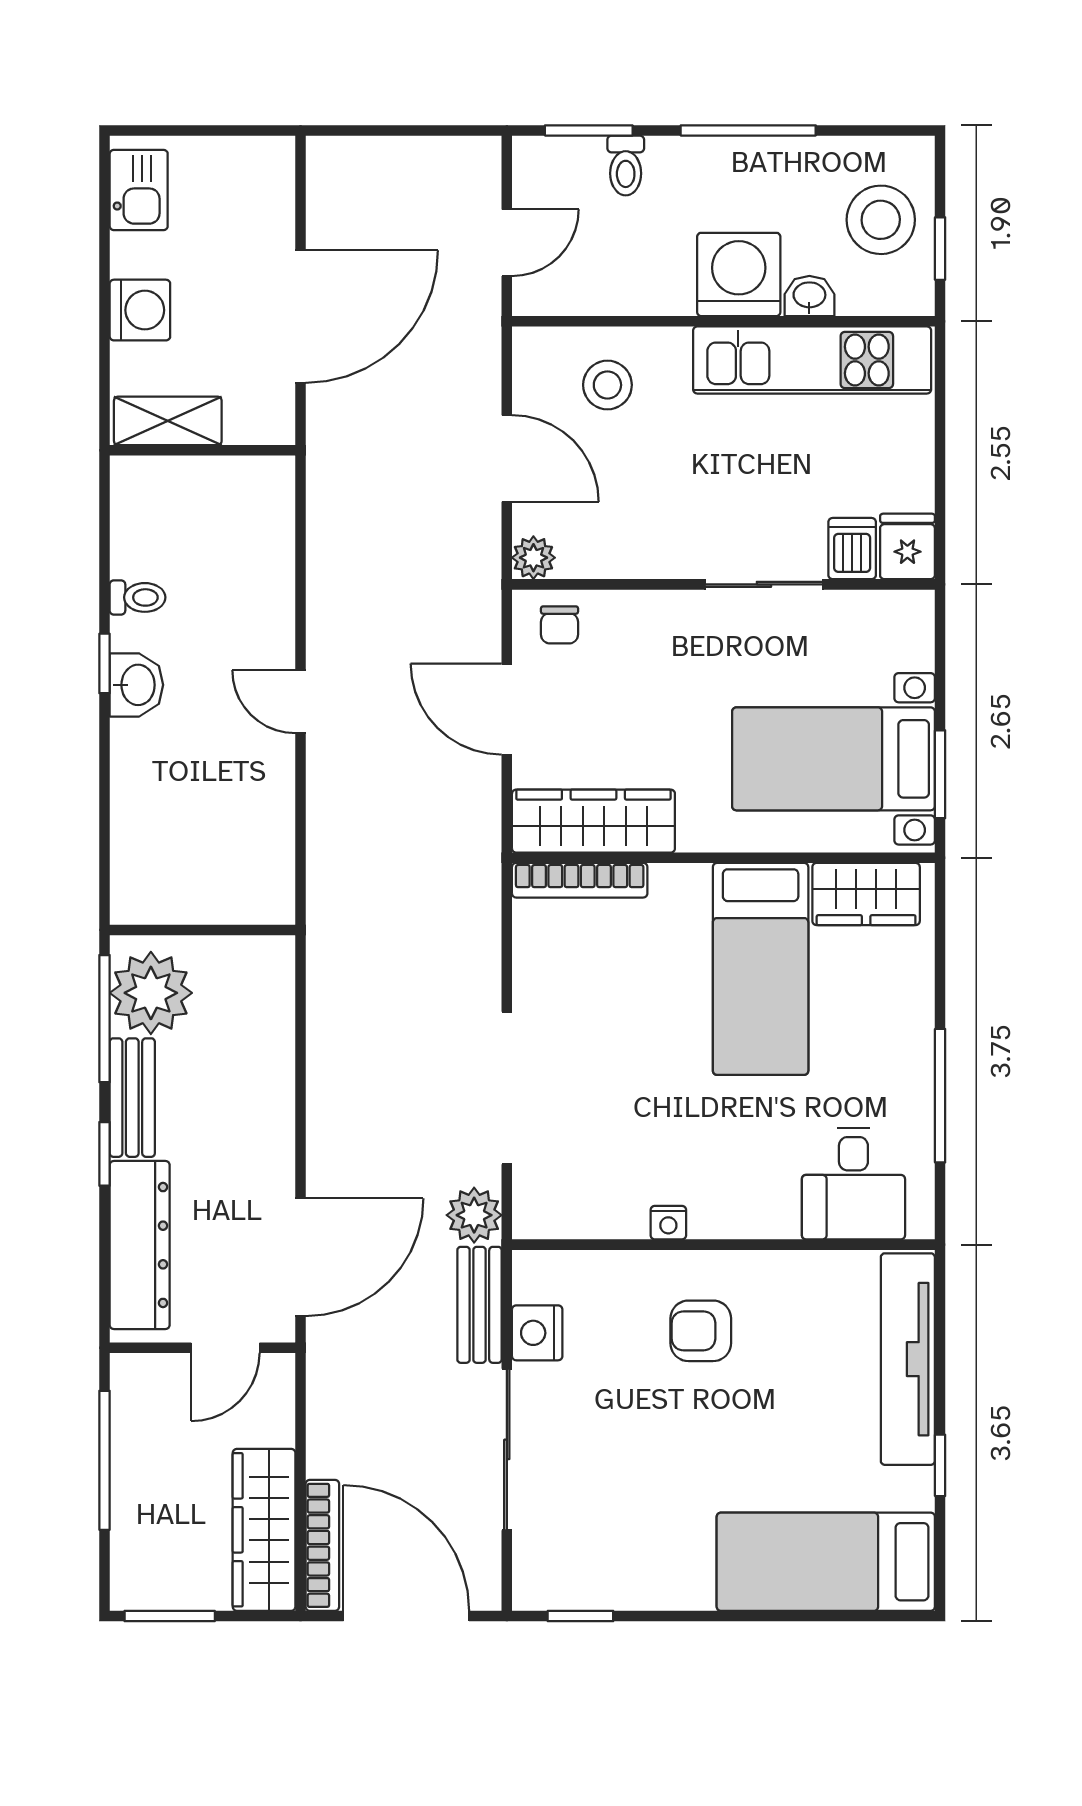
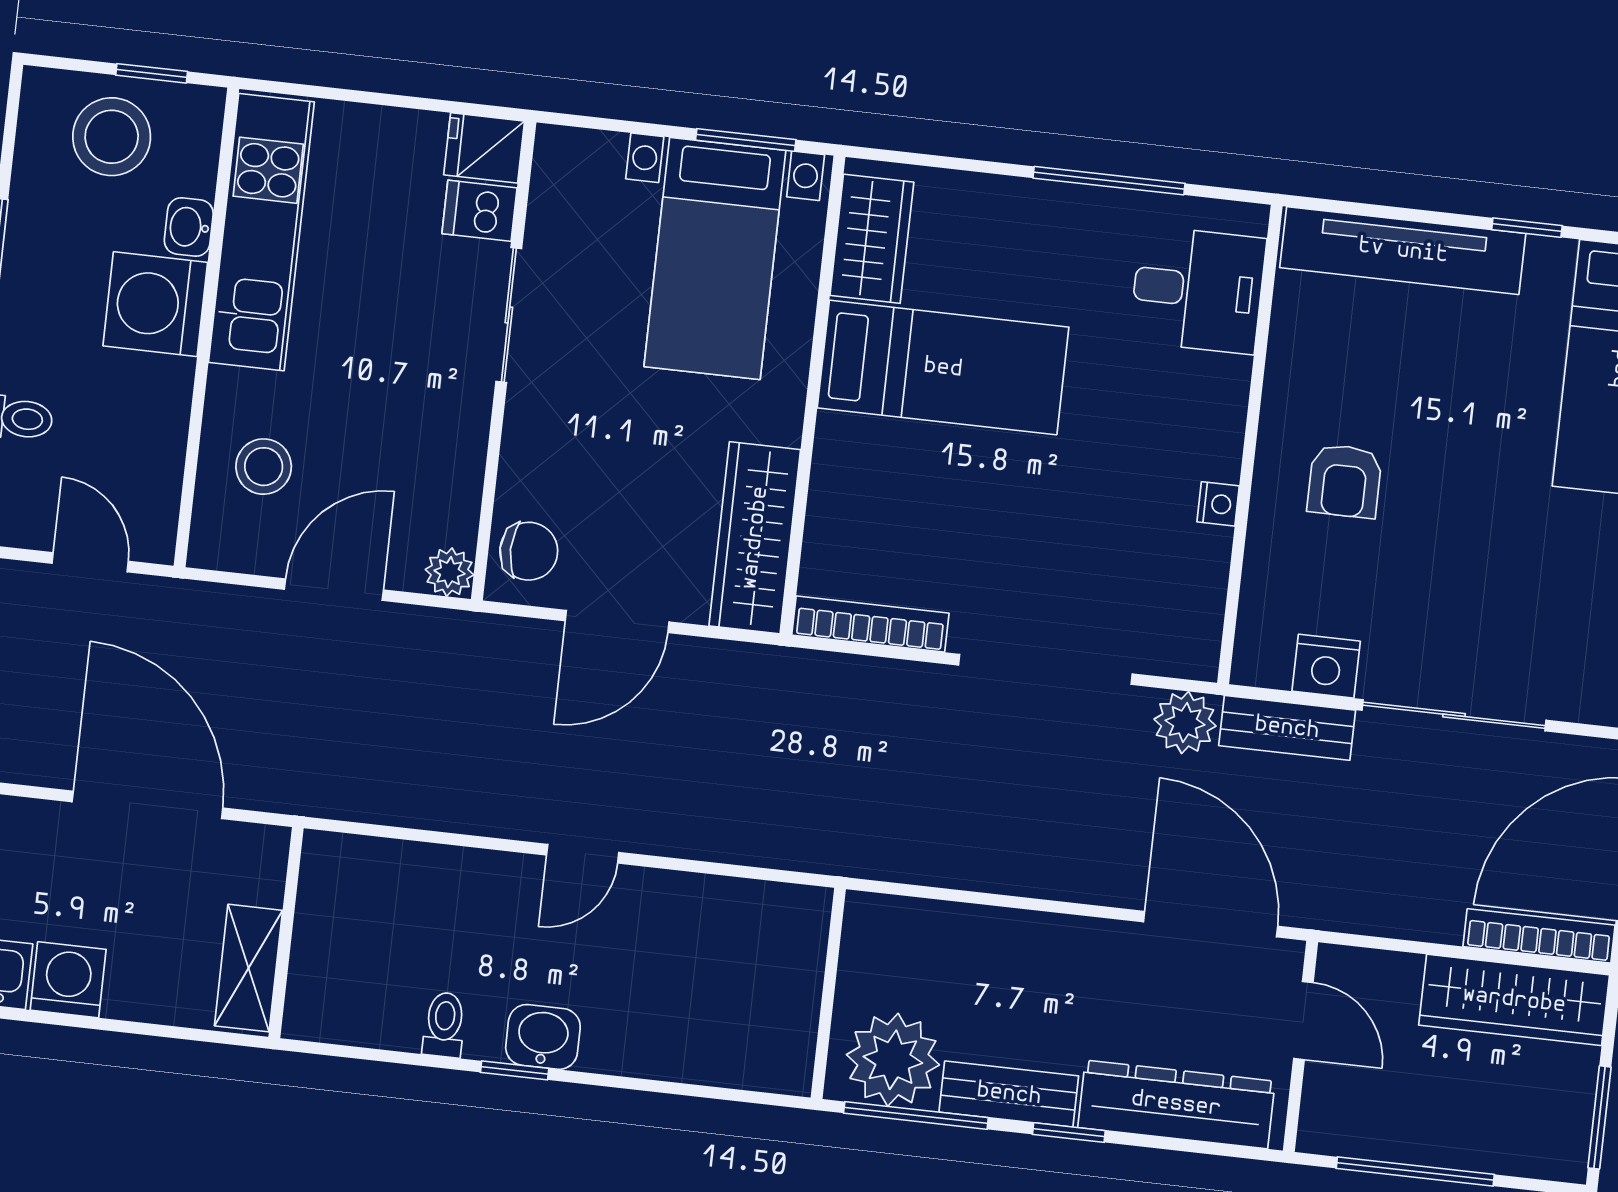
washing machine: (140, 310) -> (68, 980), moved
chair: (560, 625) -> (529, 551), width x1.37, depth x1.37
bookcase: (580, 880) -> (870, 624), moved, turned -90

